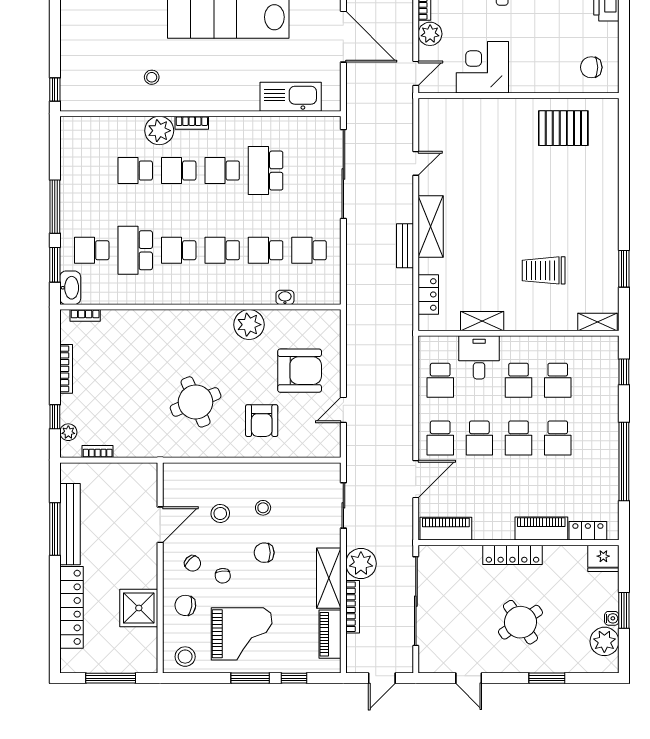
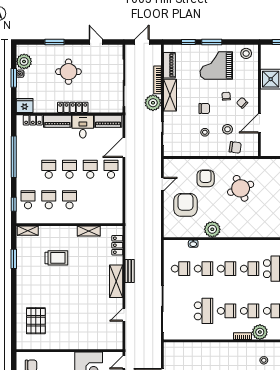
kitchen sink: (291, 97) -> (190, 350), removed
pallet: (563, 128) -> (36, 321), moved, turned 90
desk: (479, 357) -> (83, 127), moved, turned 180
armchair: (300, 371) -> (185, 205), turned 90
school desk: (440, 380) -> (28, 200), moved
chair: (185, 605) -> (235, 147), moved
round table: (520, 622) -> (68, 72), turned 34

